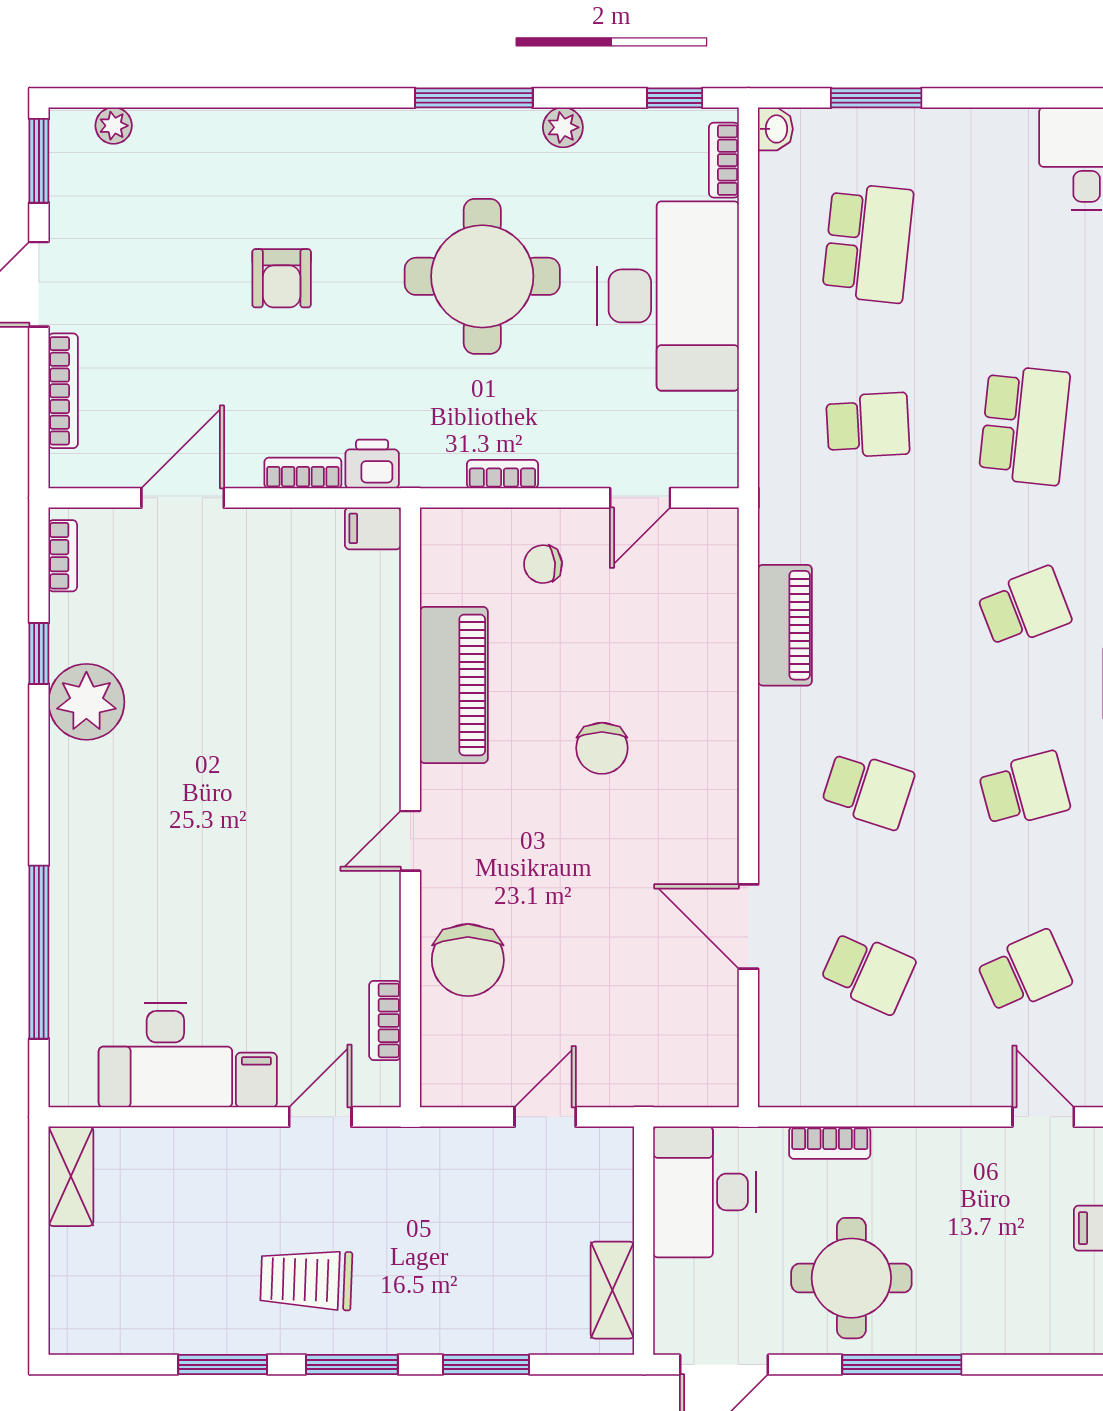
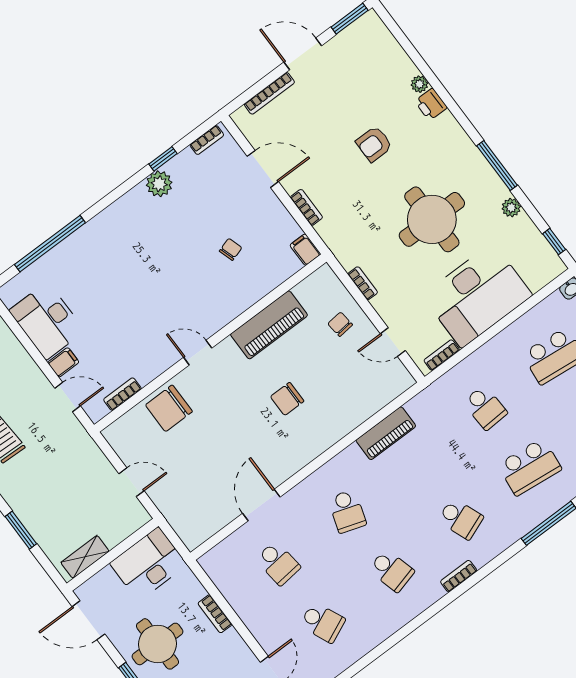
plant: (114, 126) -> (419, 84), moved
bookcase: (724, 160) -> (442, 355), moved
printer: (372, 464) -> (431, 104), moved, turned 180
chair: (278, 654) -> (231, 249), added
plant: (86, 702) -> (159, 184), width x0.73, depth x0.73
school desk: (868, 972) -> (278, 563), turned -30
bookcase: (830, 1143) -> (215, 614), moved

